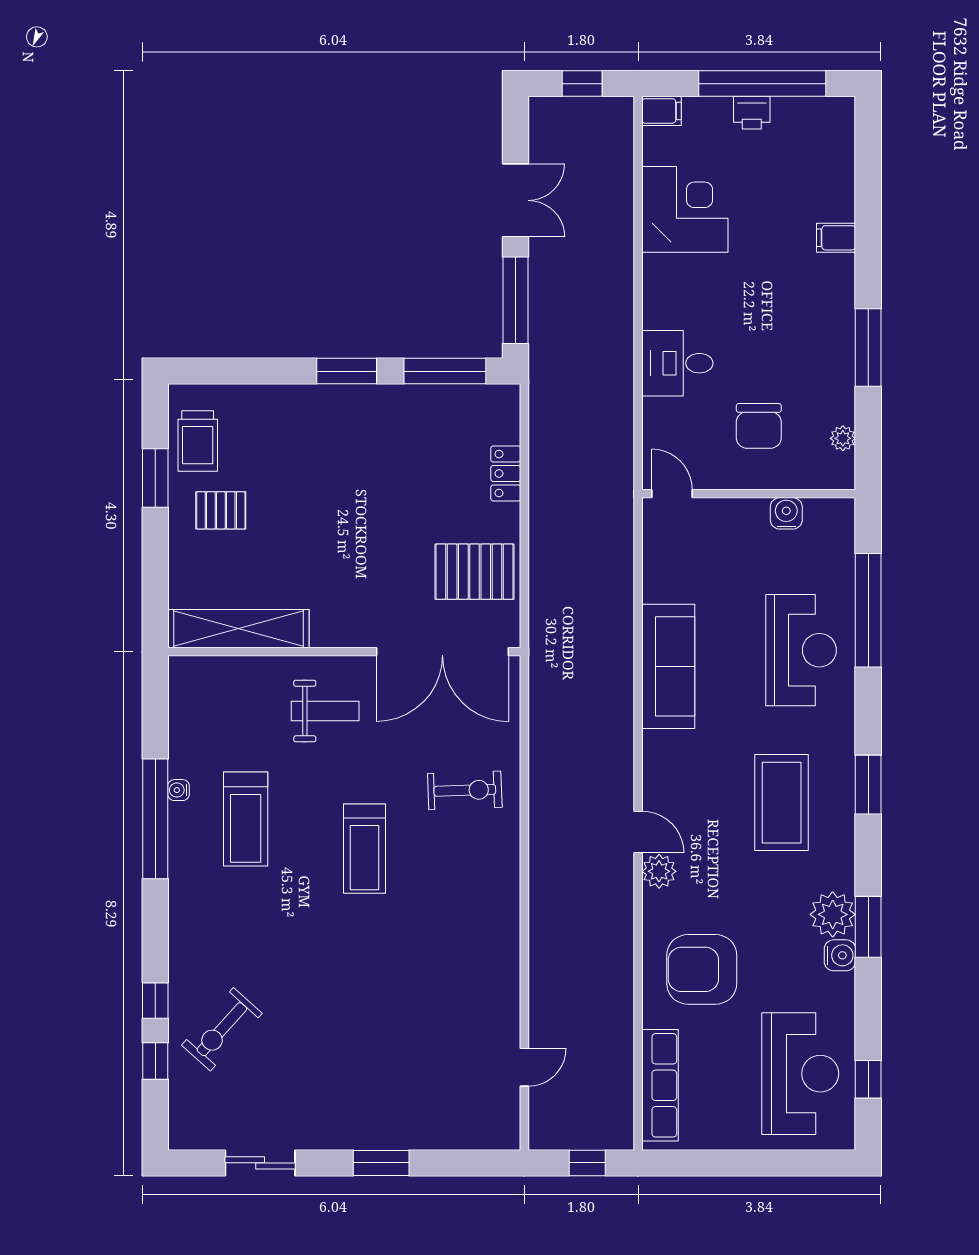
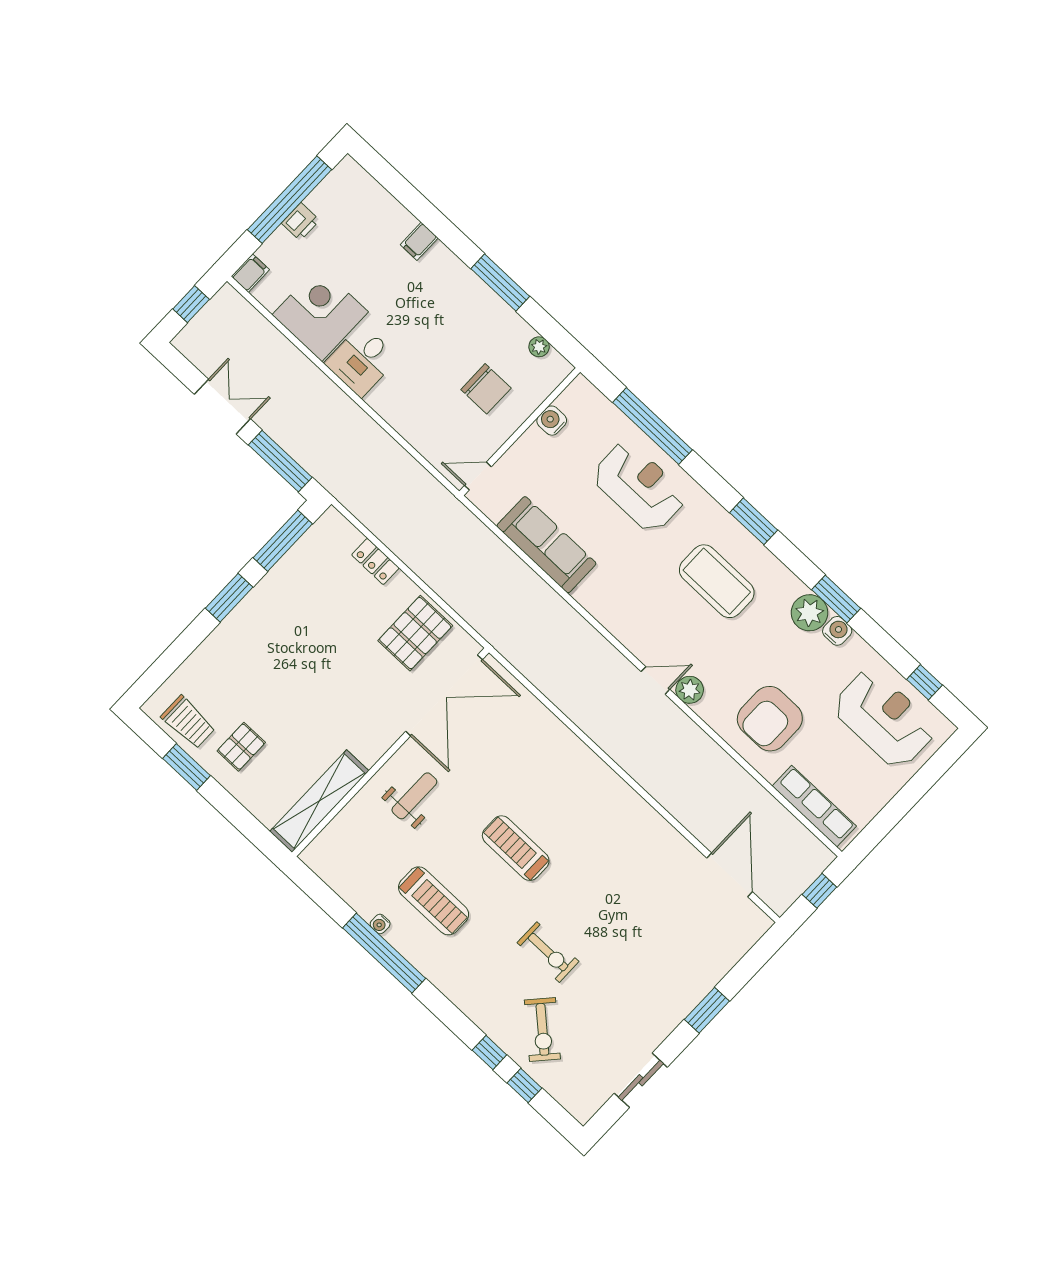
desk: (677, 363) -> (362, 361), moved
sofa: (668, 666) -> (546, 545), moved
exercise bike: (465, 790) -> (548, 952), moved, turned 92
treadmill: (365, 849) -> (516, 848), turned 180
door: (524, 1067) -> (730, 875), width x1.88

